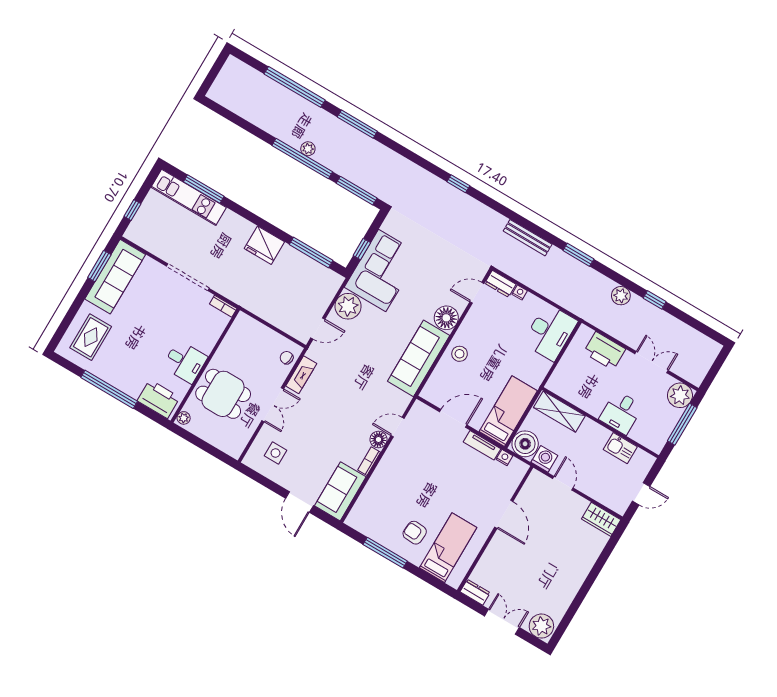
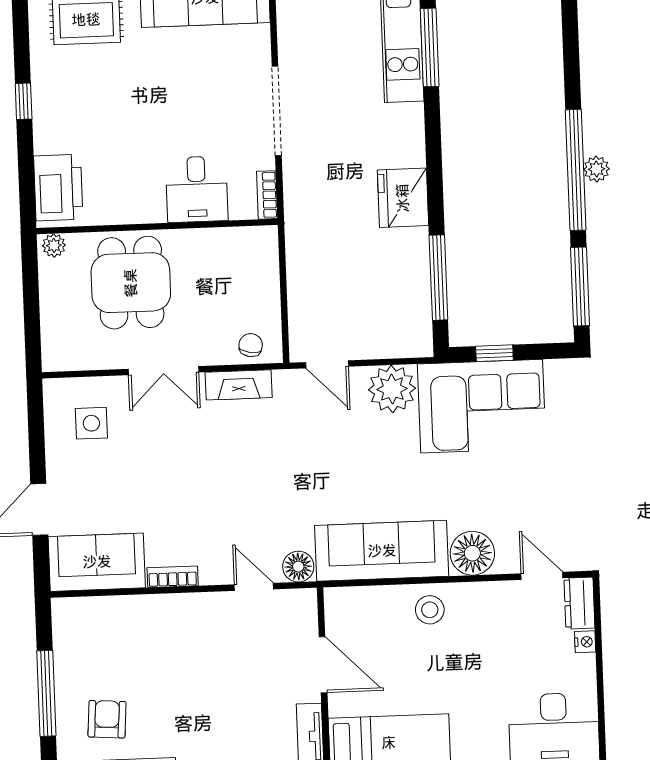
desk: (185, 362) -> (197, 189), moved
window: (109, 389) -> (24, 101), width x0.32
floor lamp: (378, 439) -> (298, 567), moved

